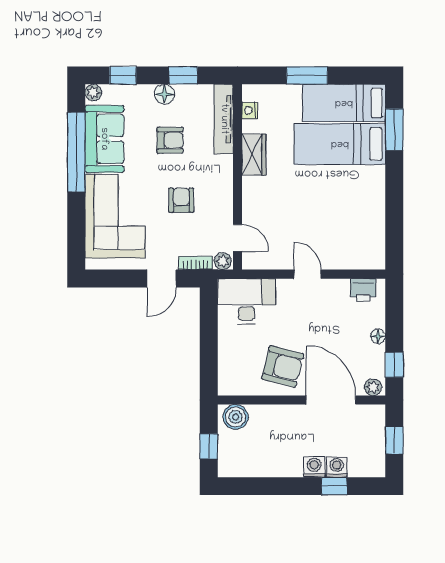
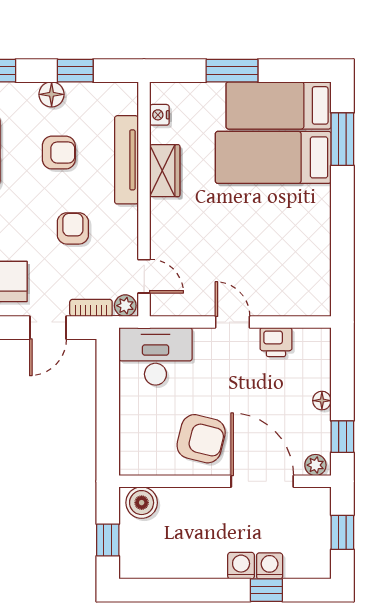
tv unit: (224, 119) -> (126, 160), moved
printer: (363, 290) -> (276, 342), moved

